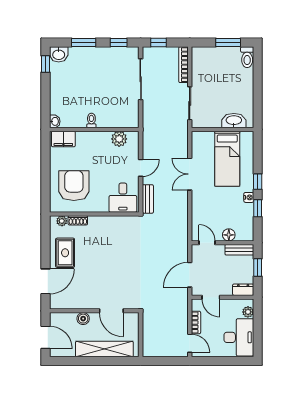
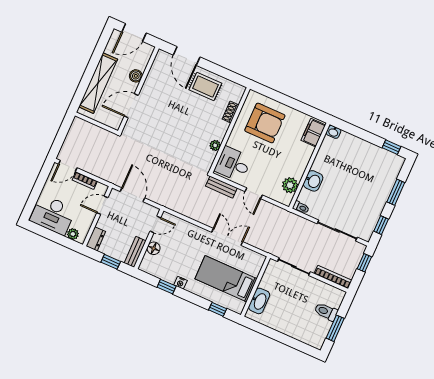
washbasin: (59, 54) -> (313, 181), moved, turned 180
toilet: (247, 57) -> (326, 312), moved
toilet: (91, 120) -> (301, 207), moved
window: (258, 182) -> (218, 309), moved
plant: (62, 221) -> (215, 145), moved

